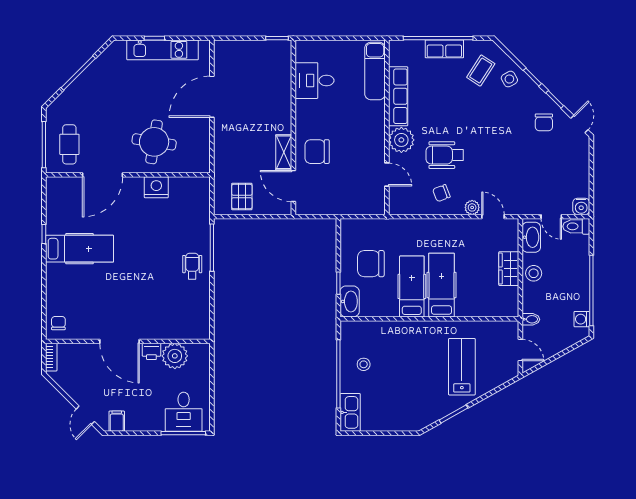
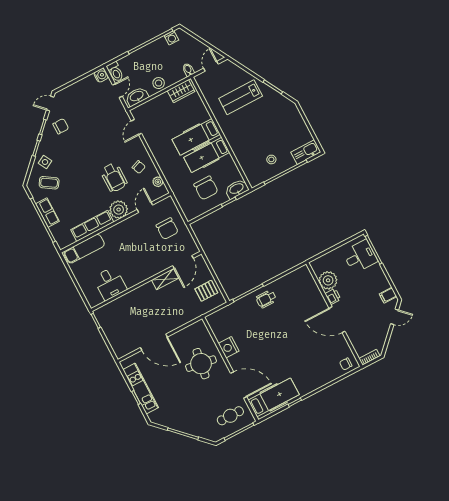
chair: (317, 152) -> (167, 229), moved
plant: (472, 207) -> (158, 182), moved
hospital bed: (79, 249) -> (274, 397), moved, turned 90
wardrobe: (509, 269) -> (181, 91), moved
door: (120, 341) -> (337, 320), swing flipped

